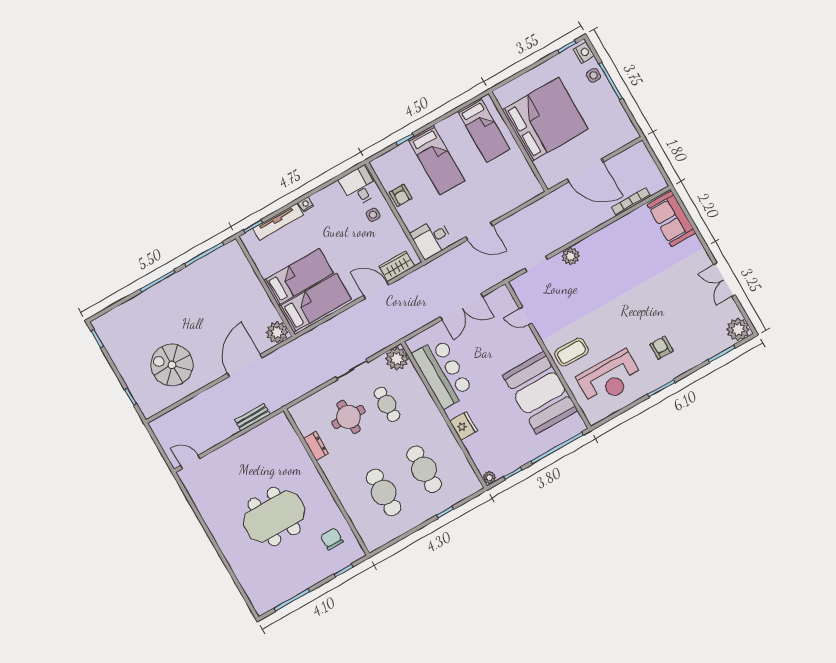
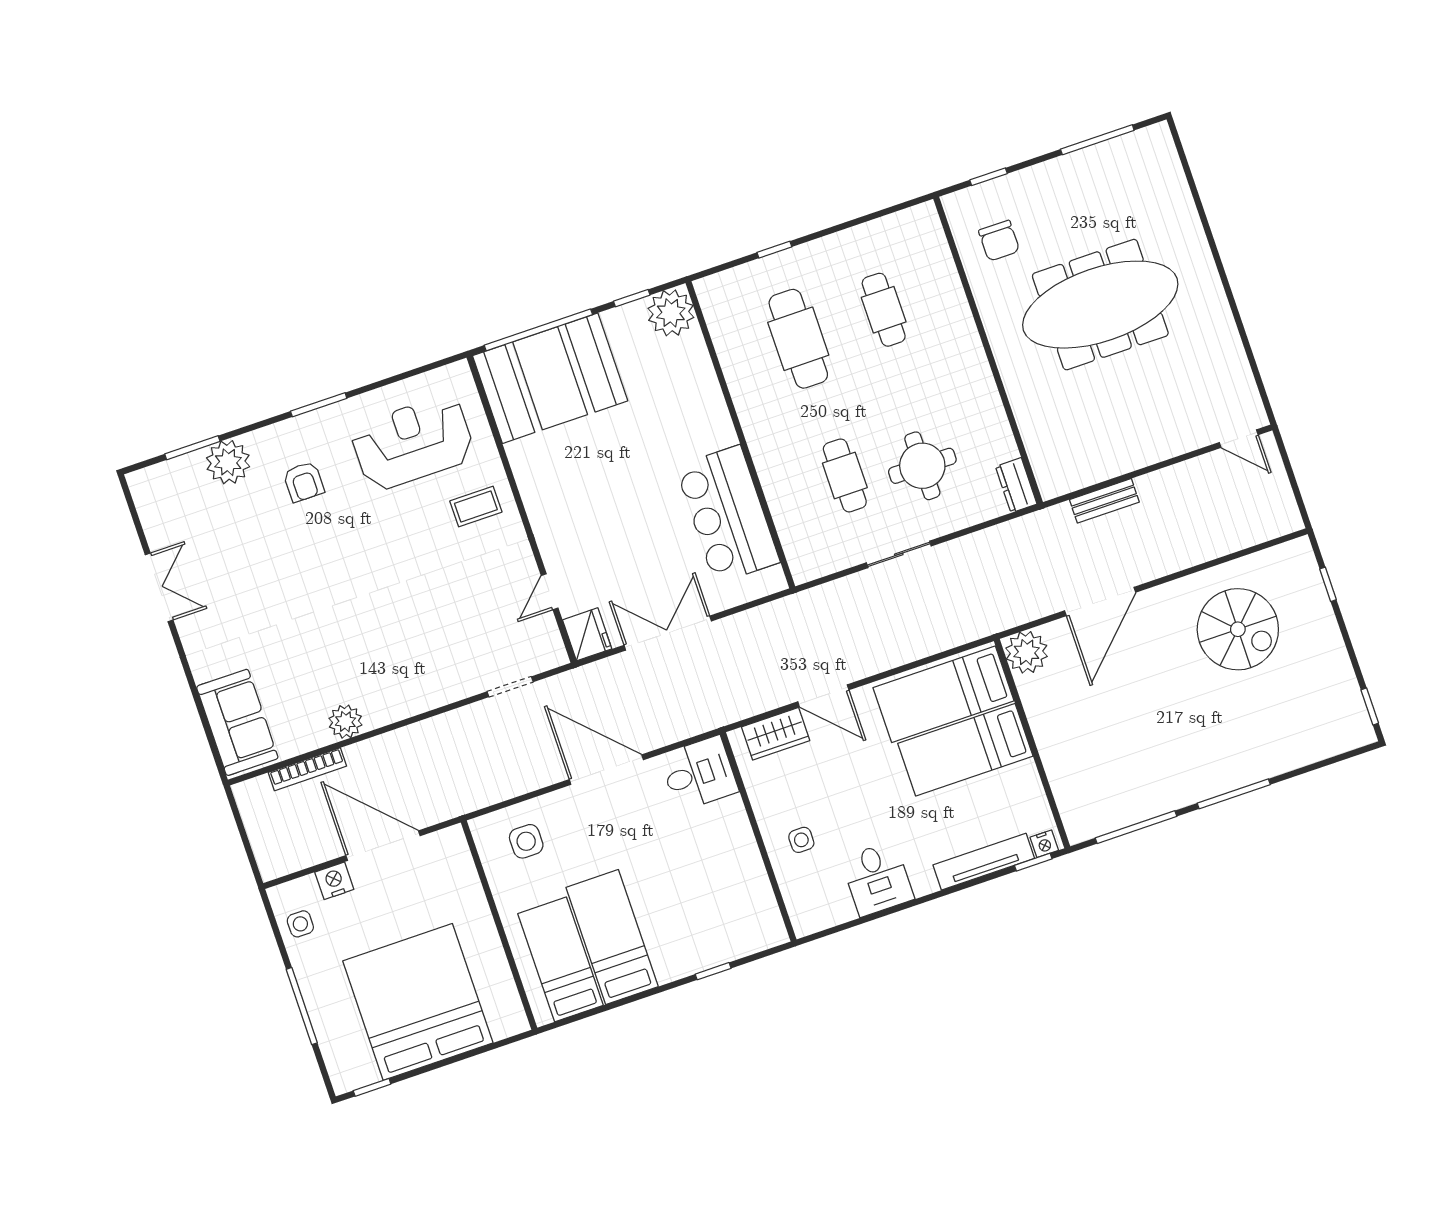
nightstand: (584, 52) -> (334, 881), moved, turned 90
side table: (593, 75) -> (300, 924), moved
bed: (545, 119) -> (418, 1002), moved, turned 90
bed: (436, 160) -> (612, 937), moved
desk: (359, 186) -> (877, 879), moved
side table: (513, 187) -> (526, 841), added
armchair: (401, 195) -> (742, 866), removed
nightstand: (306, 204) -> (1044, 844), moved
door: (479, 231) -> (606, 770), width x1.36
plant: (571, 256) -> (345, 722), moved
door: (526, 316) -> (550, 592), swing flipped
plant: (738, 329) -> (228, 462), moved
coffee table: (571, 352) -> (476, 507), width x0.73, depth x0.77
plant: (397, 359) -> (809, 558), removed
booth: (540, 393) -> (550, 378), moved, turned 90
fridge: (463, 426) -> (587, 634), moved, turned 180
dresser: (316, 446) -> (1016, 485), moved
plant: (489, 478) -> (671, 313), width x1.87, depth x1.87
cafe table: (384, 492) -> (884, 310), width x0.73, depth x0.74
meeting table: (274, 516) -> (1100, 305), width x1.36

